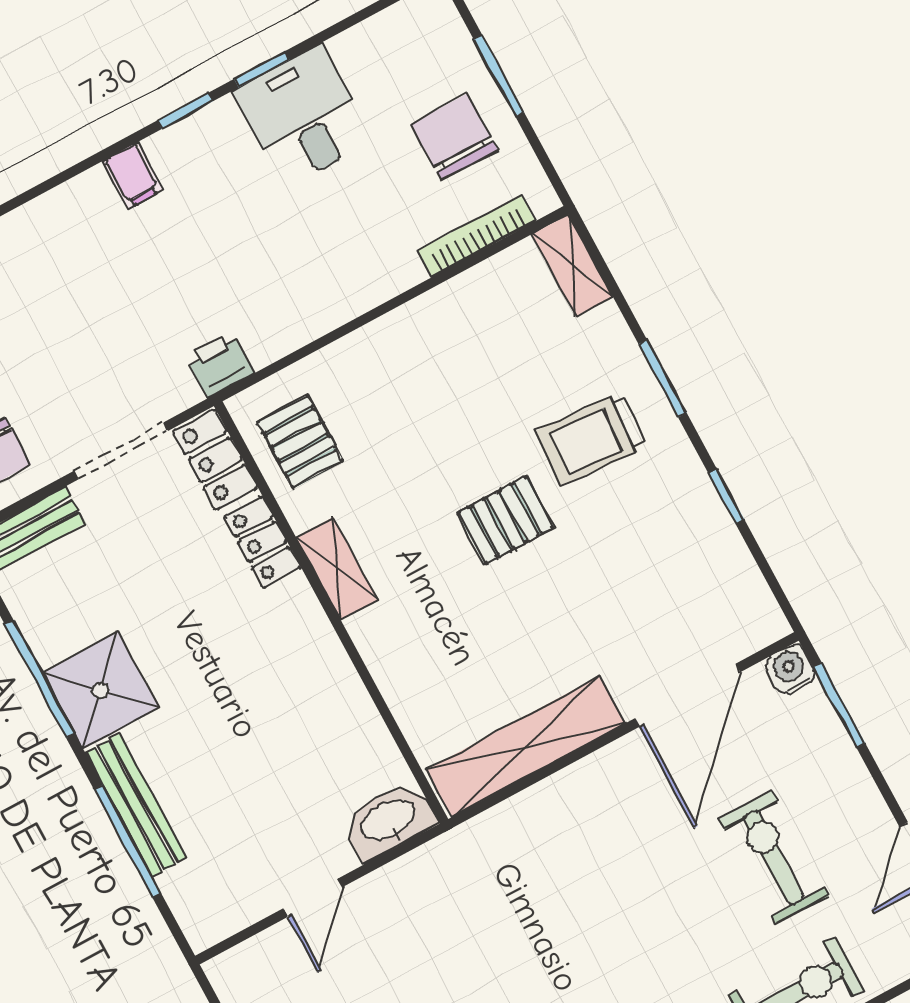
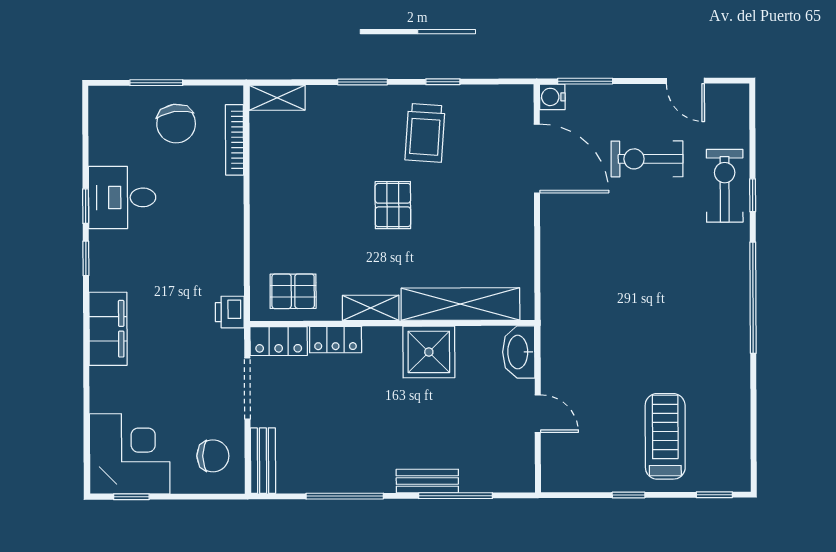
chair: (454, 137) -> (176, 124), turned -98
filing cabinet: (133, 175) -> (108, 329), width x3.00, depth x1.17
trolley: (592, 439) -> (425, 133), moved
shower: (100, 690) -> (429, 352), moved
shelving: (526, 747) -> (460, 304), moved, turned 90
bench: (136, 805) -> (427, 481), width x0.73

